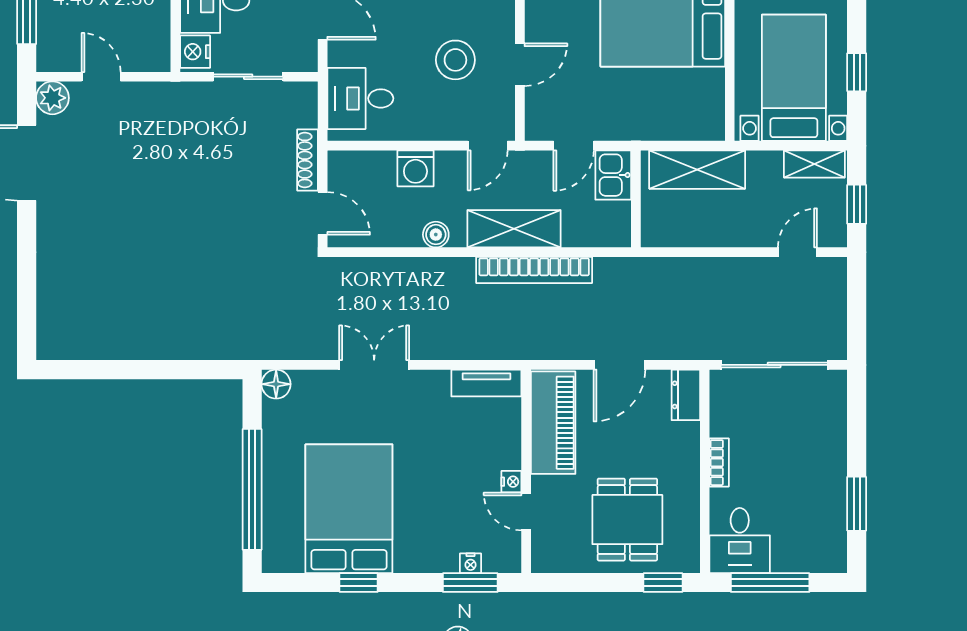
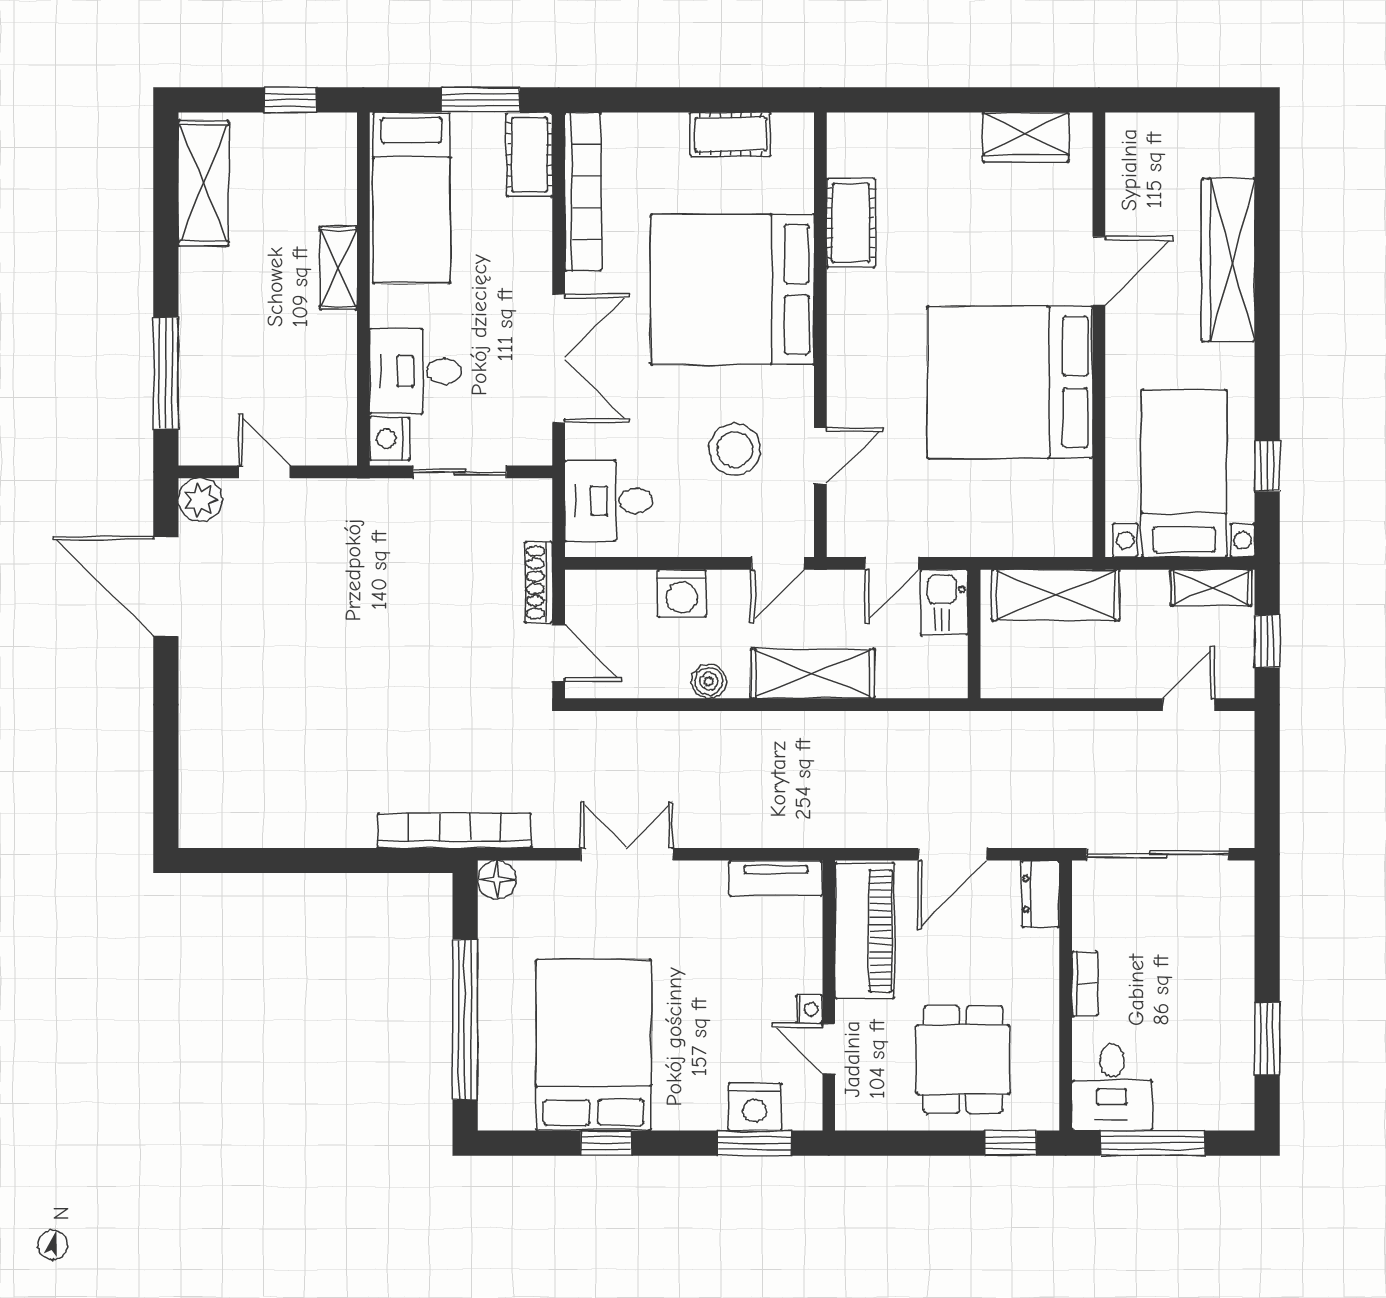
bookcase: (534, 270) -> (455, 831), moved, turned 180
nightstand: (471, 563) -> (755, 1107), width x1.89, depth x1.79

